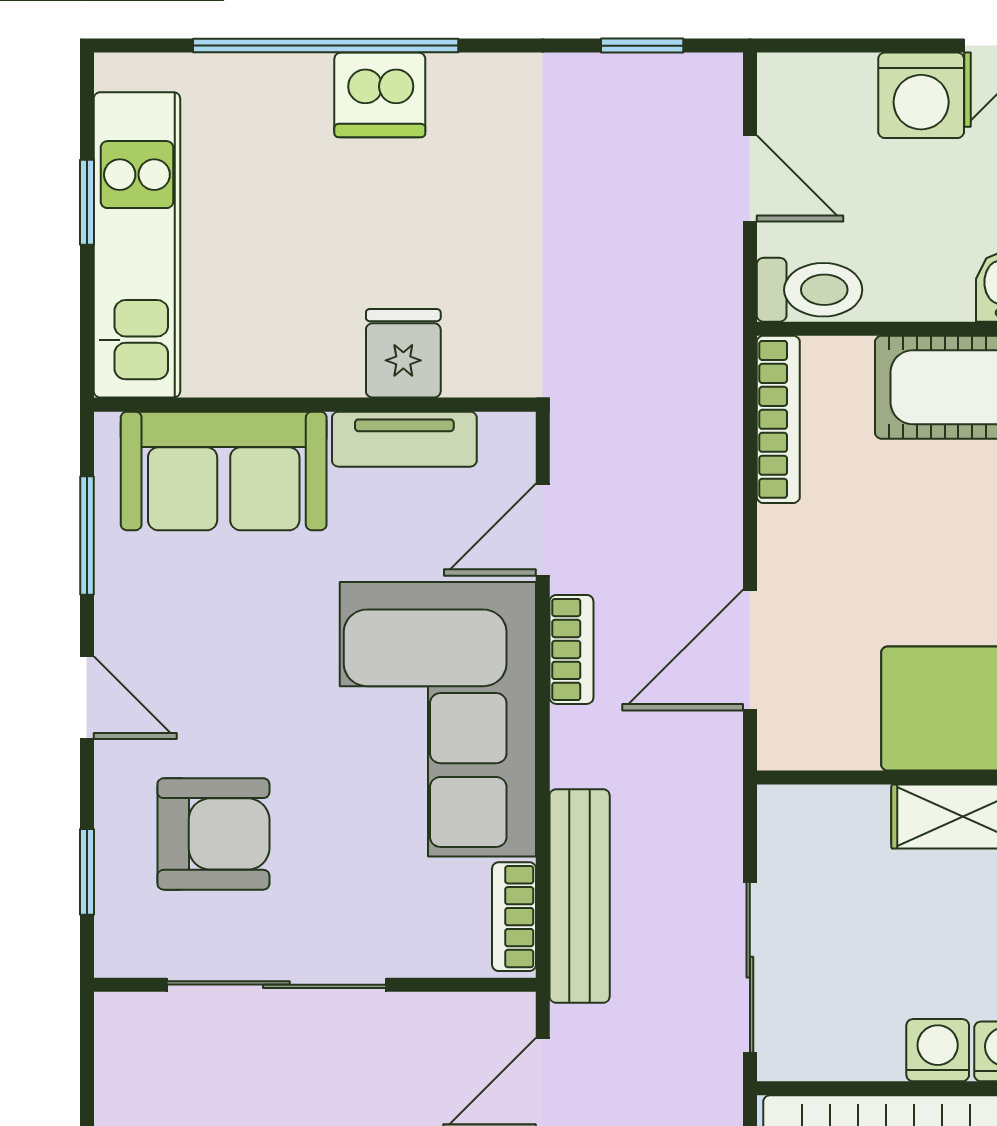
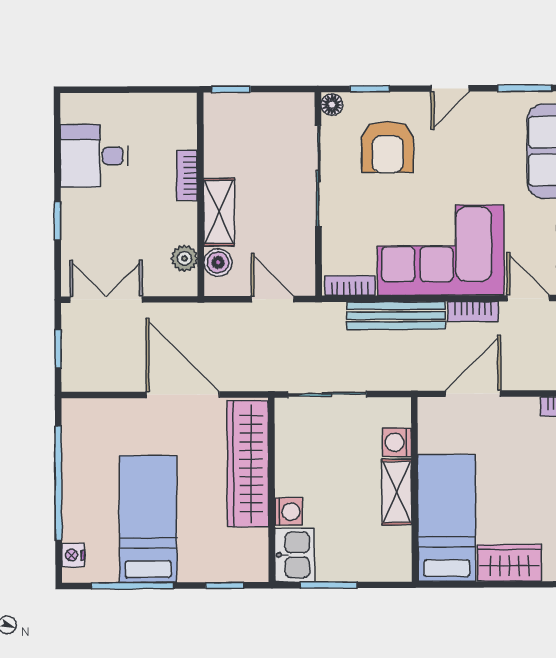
door: (750, 650) -> (473, 394), hinge flipped
bench: (580, 896) -> (396, 316), moved
floor lamp: (121, 954) -> (332, 105), added
washing machine: (938, 1050) -> (397, 442), moved, turned 180

